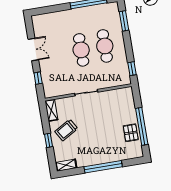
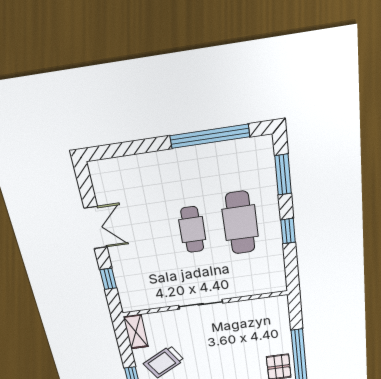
cafe table: (81, 50) -> (192, 230), width x0.73, depth x0.74
window: (132, 69) -> (288, 231), moved

